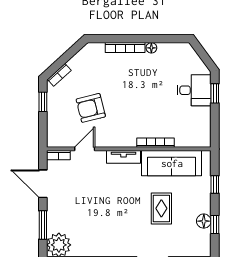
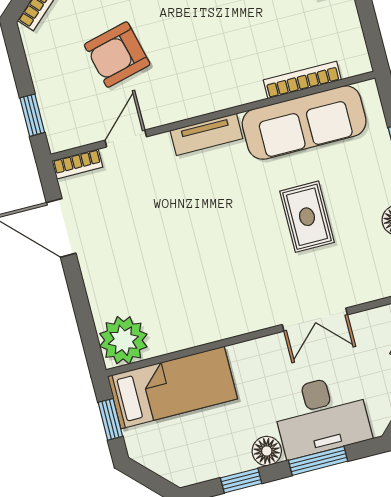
window: (43, 102) -> (32, 115), moved
bookcase: (155, 143) -> (302, 80), moved
window: (43, 225) -> (82, 309), removed

